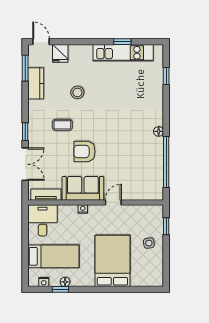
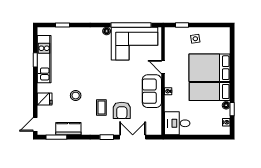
fridge: (60, 53) -> (45, 99), moved
armchair: (84, 152) -> (122, 110), moved
corner sofa: (143, 166) -> (134, 44), added
tv unit: (46, 195) -> (157, 121), removed
bed: (53, 256) -> (210, 92), moved, turned -90

